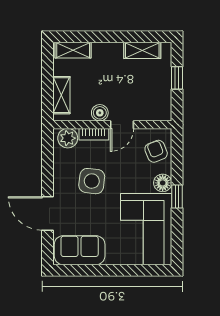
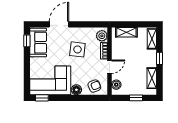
window: (108, 37) -> (160, 58), added
boiler: (100, 113) -> (116, 85), moved
door: (122, 125) -> (110, 67), swing flipped
window: (177, 196) -> (42, 98), moved
window: (76, 270) -> (27, 41), added

